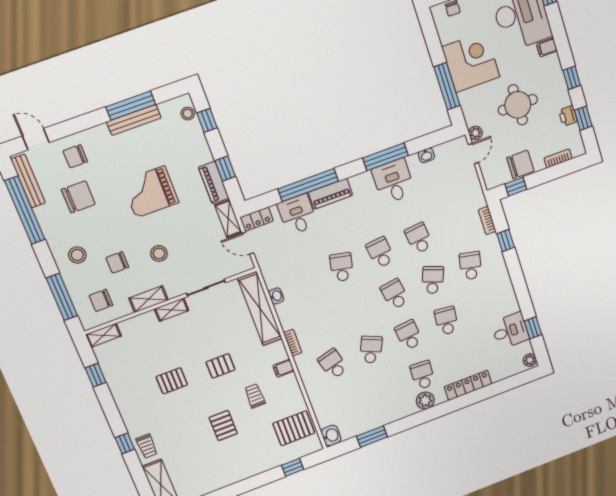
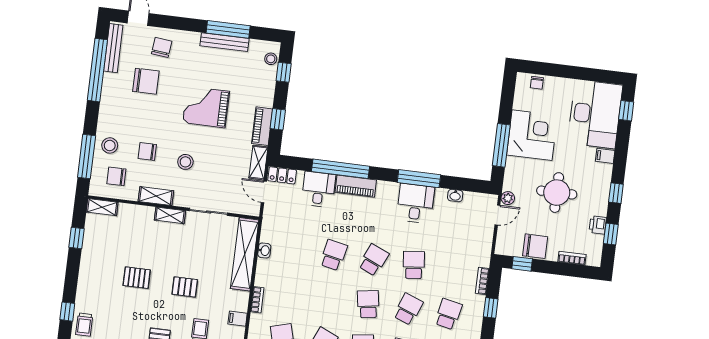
chair: (75, 156) -> (162, 47), turned 96
school desk: (380, 253) -> (374, 260), turned 30
stool: (77, 255) -> (110, 145), moved

